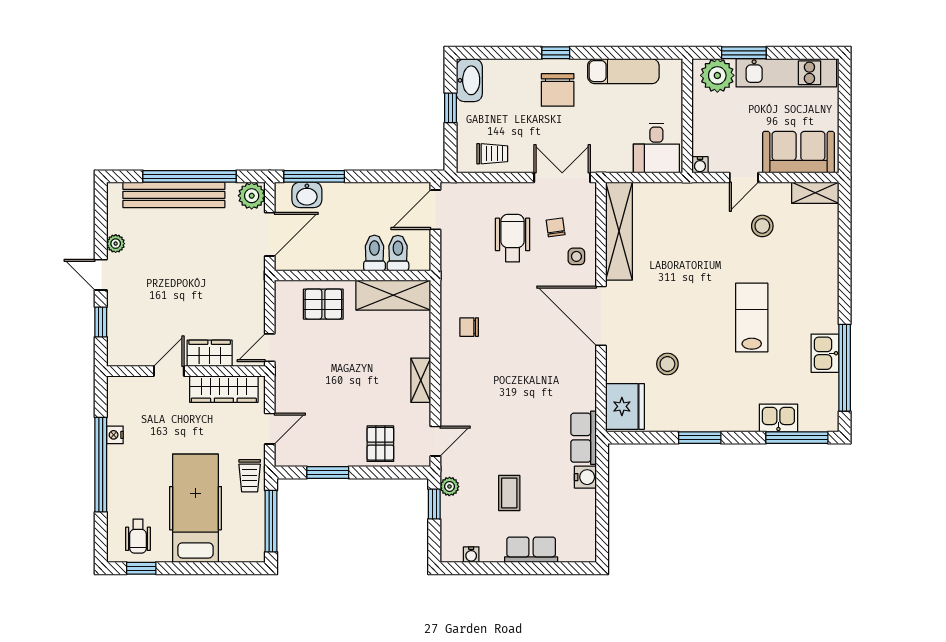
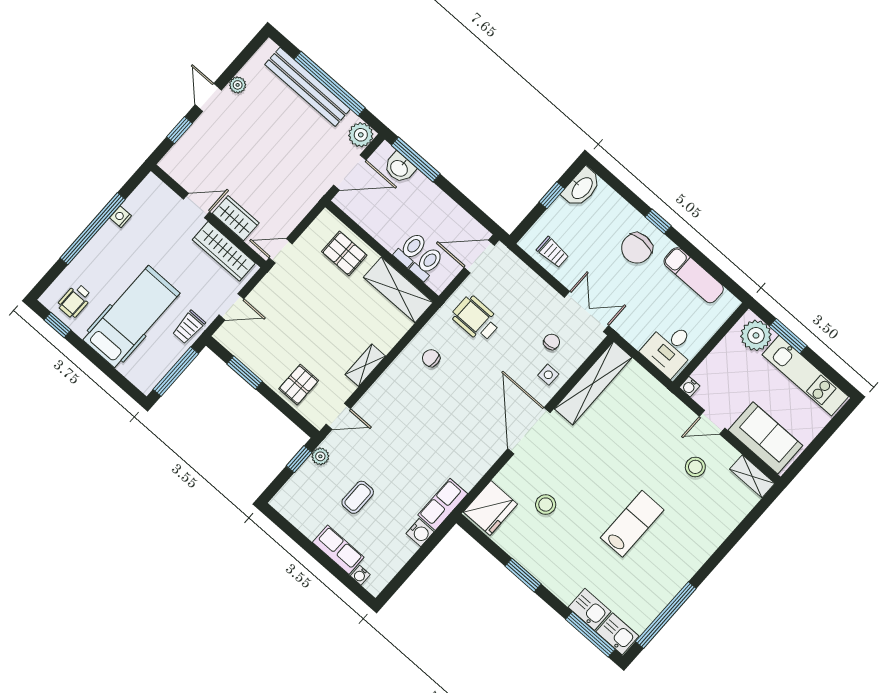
wheelchair: (513, 238) -> (476, 319), moved, turned -90
kitchen sink: (825, 353) -> (617, 634), moved, turned 90
water cooler: (471, 555) -> (360, 575), moved

